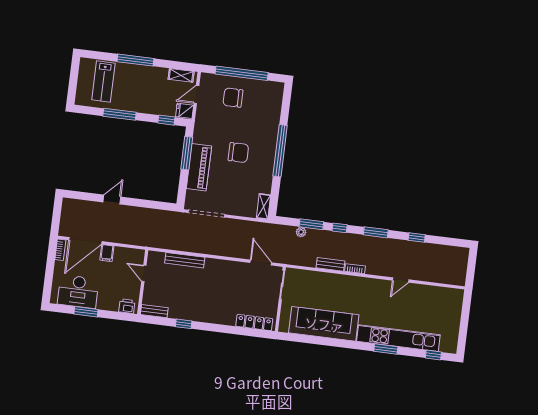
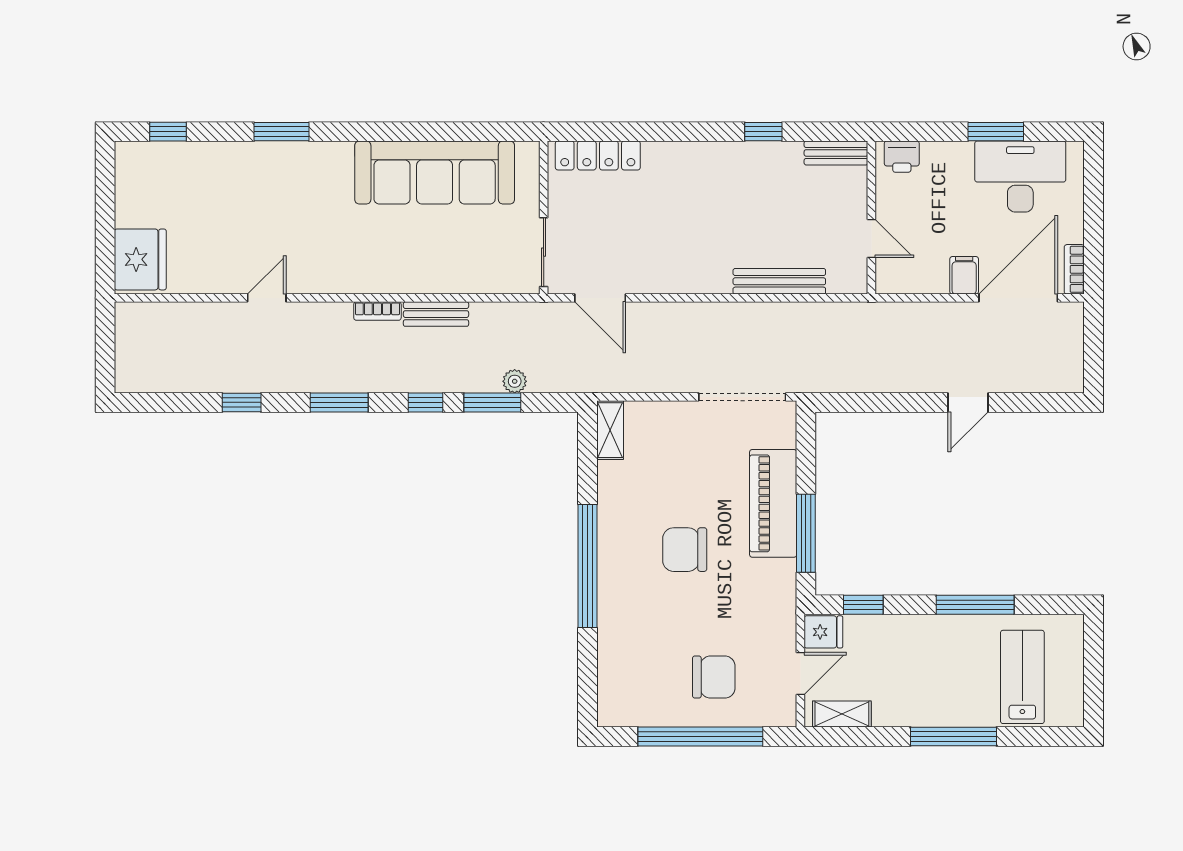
fridge: (452, 303) -> (140, 259), added
kitchen unit: (398, 338) -> (255, 161), removed

